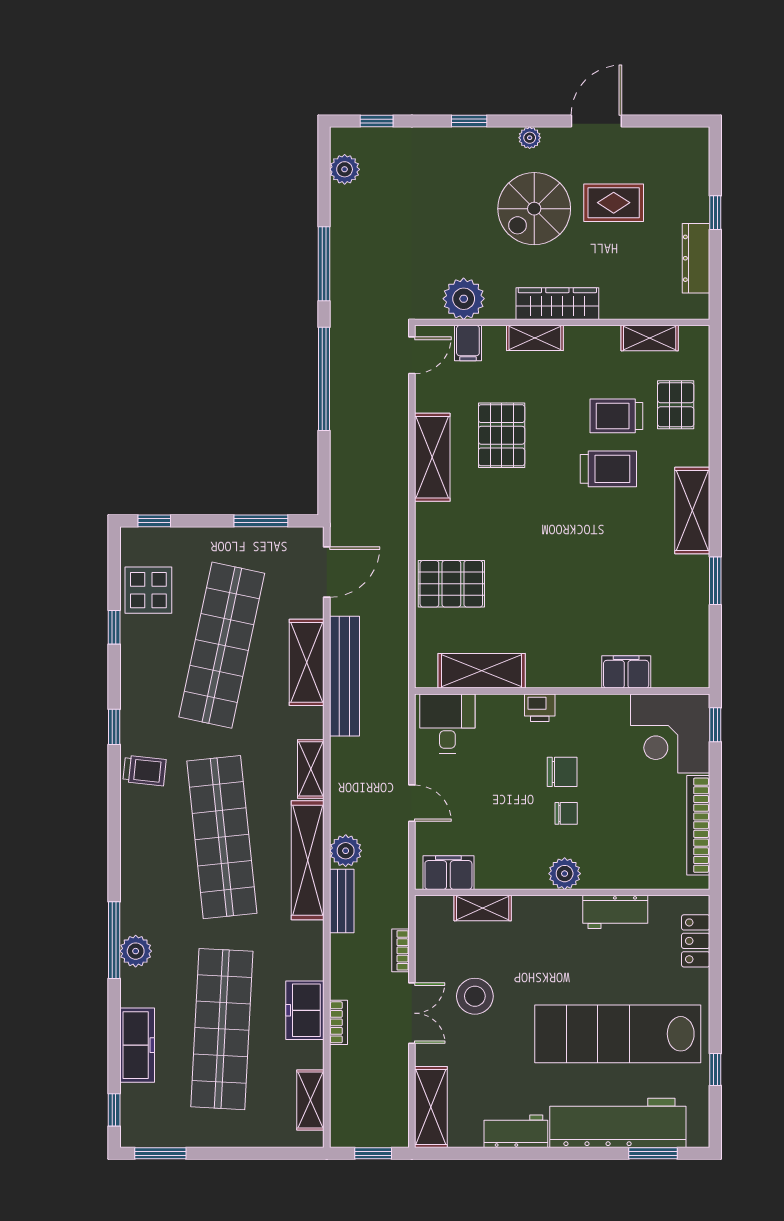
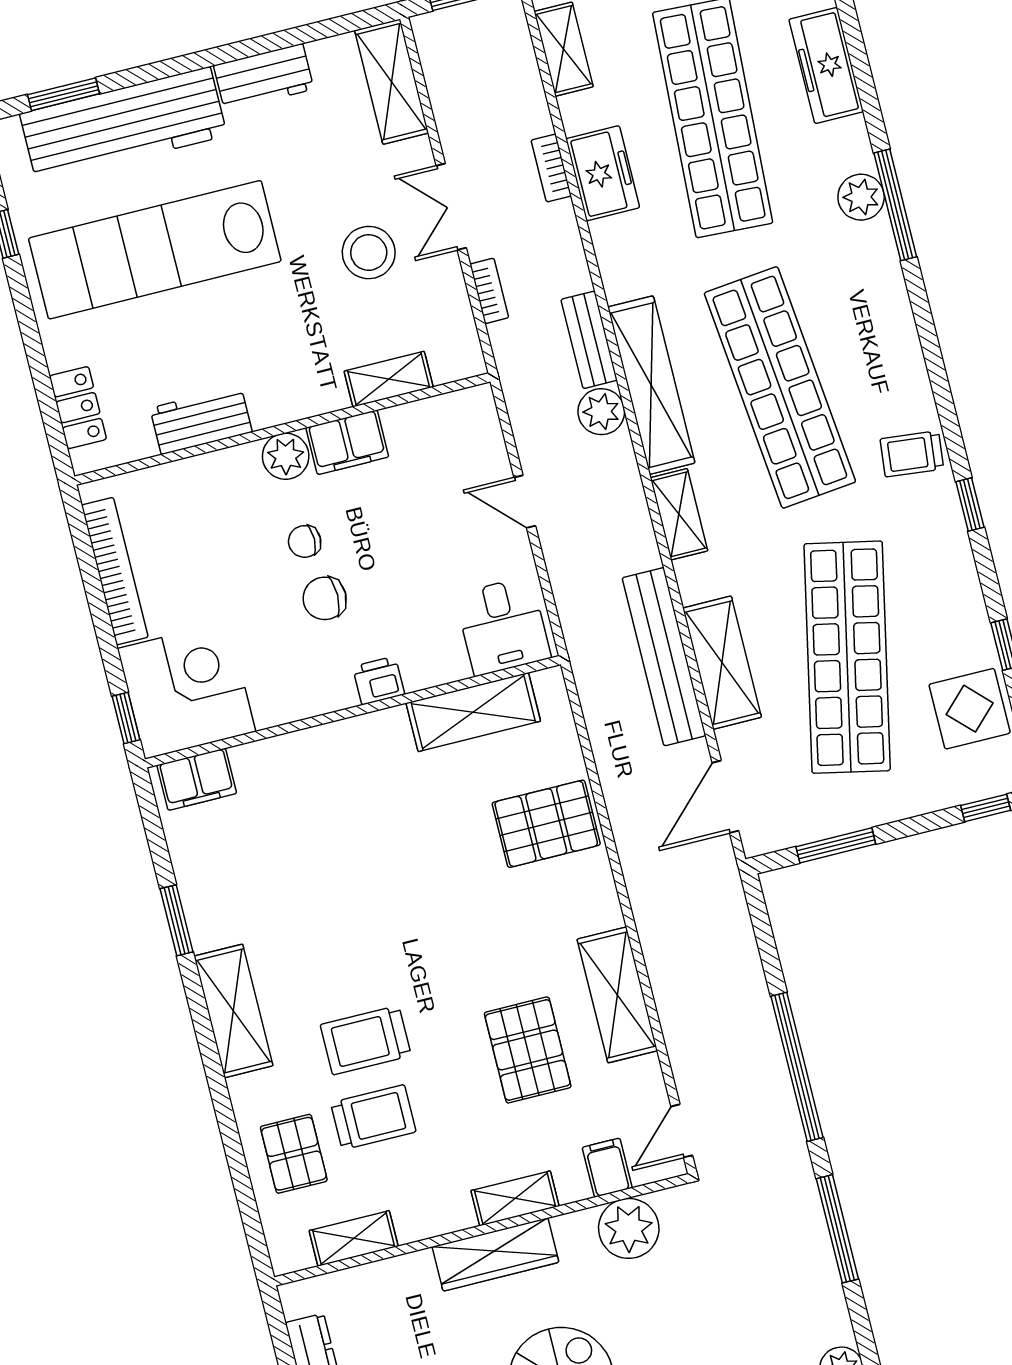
filing cabinet: (626, 672) -> (197, 779), moved
filing cabinet: (448, 873) -> (347, 442), moved
lab bench: (618, 1034) -> (155, 250), turned 180

